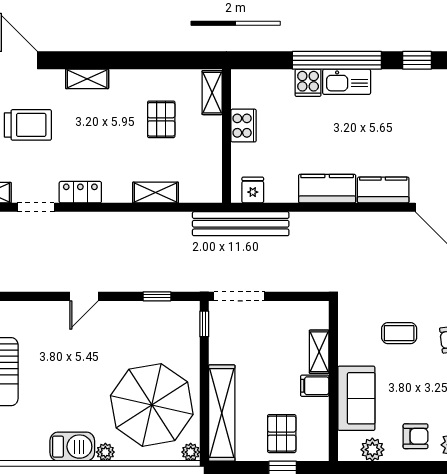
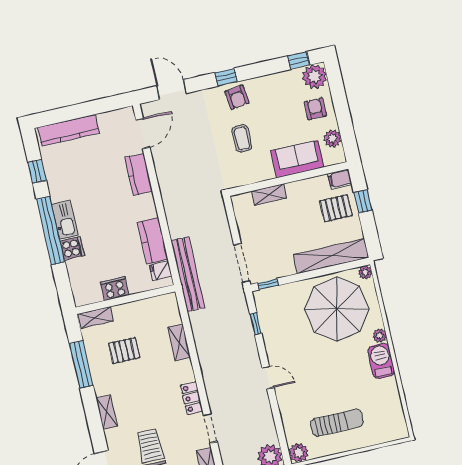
window: (156, 60) -> (81, 364), added
kitchen counter: (327, 189) -> (153, 241), moved
filing cabinet: (315, 386) -> (340, 179), moved, turned 90

